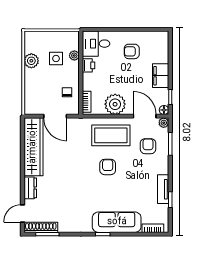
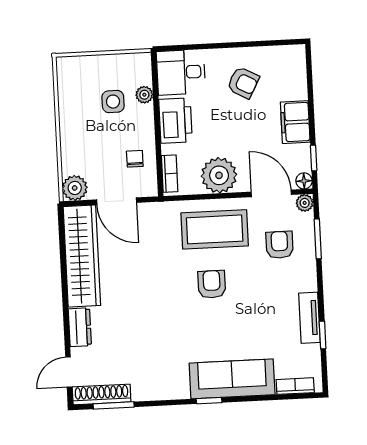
armchair: (132, 51) -> (243, 83), turned -152
plant: (31, 61) -> (75, 188), moved
printer: (89, 65) -> (175, 121), width x1.87, depth x1.48

